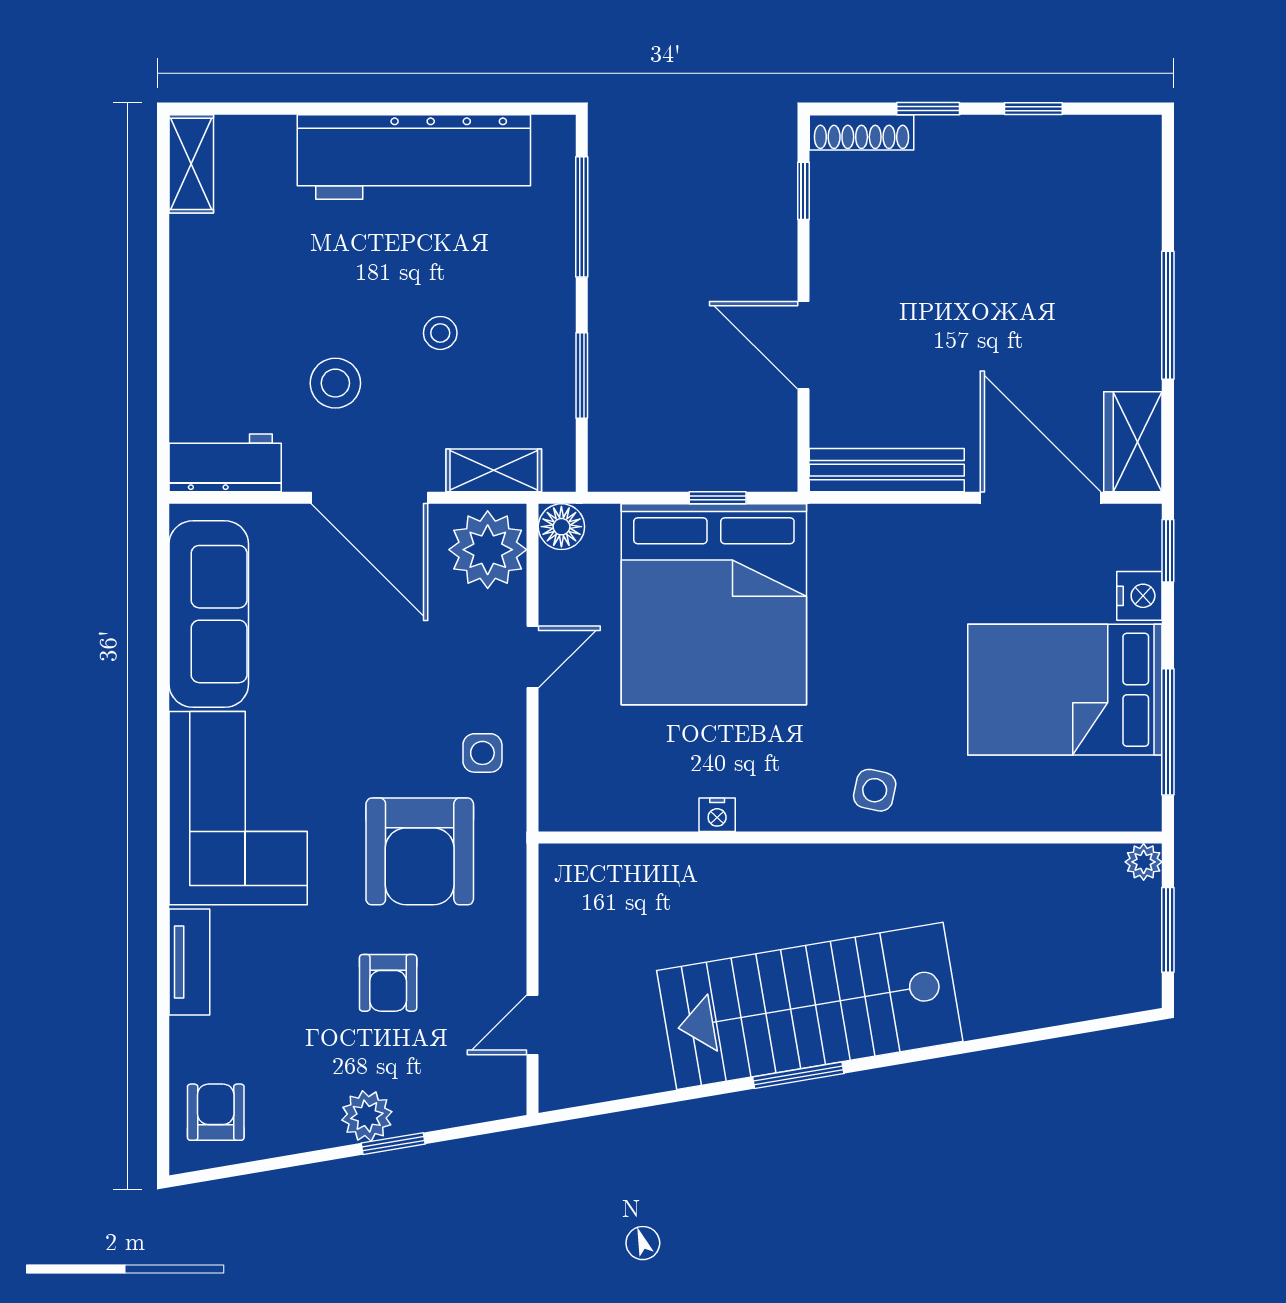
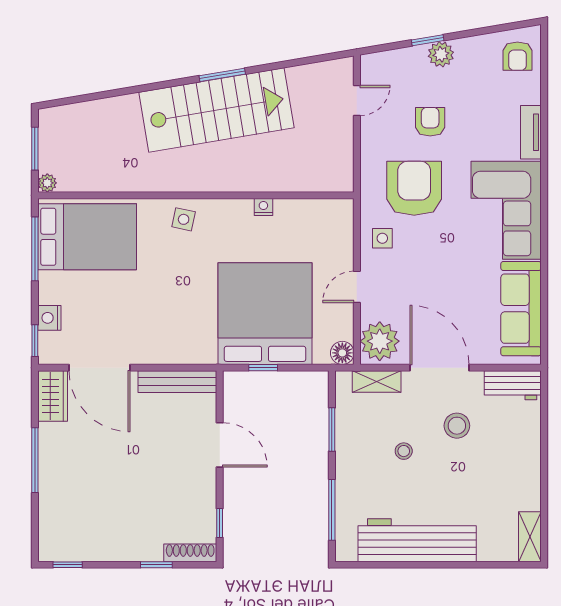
window: (1033, 109) -> (68, 565), moved
bed: (1065, 690) -> (87, 237), moved

